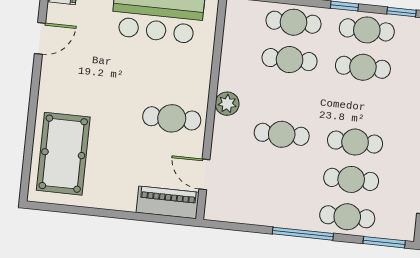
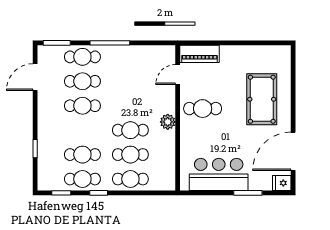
door: (40, 38) -> (293, 151), width x1.88
cafe table: (282, 134) -> (130, 130), moved
pool table: (63, 154) -> (262, 99), moved
door: (204, 174) -> (178, 75), swing flipped

